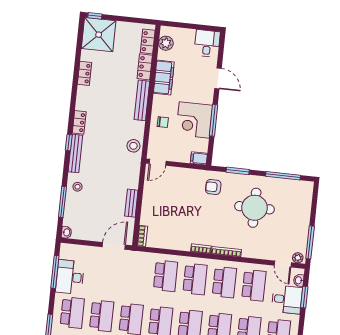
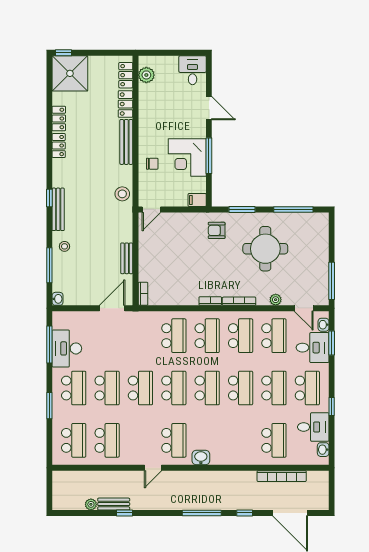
filing cabinet: (164, 78) -> (148, 114), removed
locker: (79, 122) -> (59, 146), moved
plant: (298, 258) -> (276, 300), moved

